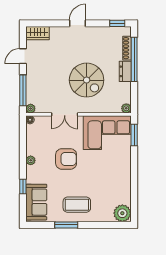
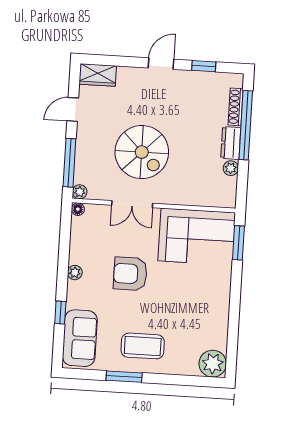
window: (117, 23) -> (204, 66), moved
spiral stairs: (87, 80) -> (142, 152), moved
plant: (126, 108) -> (231, 168), moved
armchair: (66, 159) -> (130, 274), turned 180

